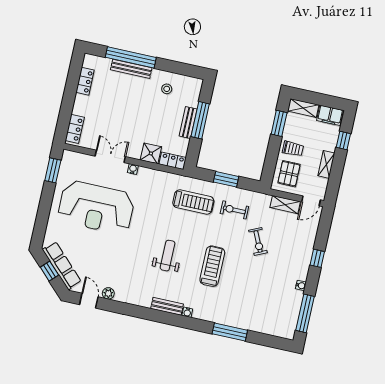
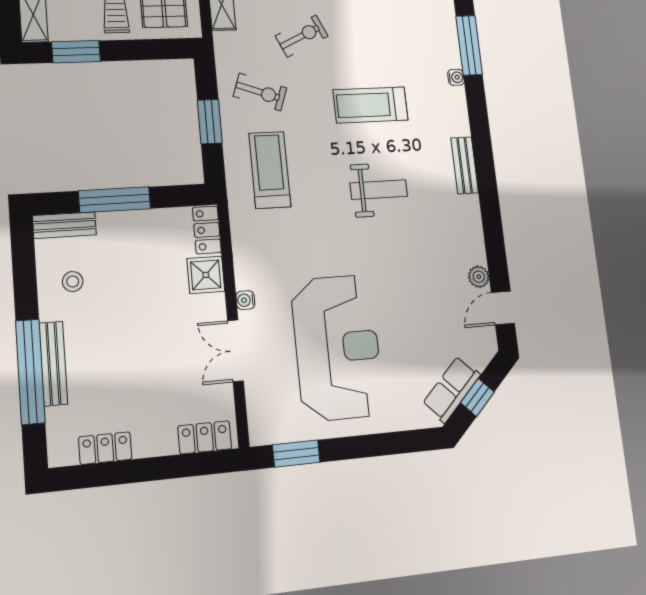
bench: (188, 123) -> (64, 225), moved
exercise bike: (234, 210) -> (260, 92), turned -70
weight bench: (168, 256) -> (379, 190), turned 180
row of seats: (62, 266) -> (452, 389), width x0.68
water cooler: (187, 312) -> (456, 77), moved

